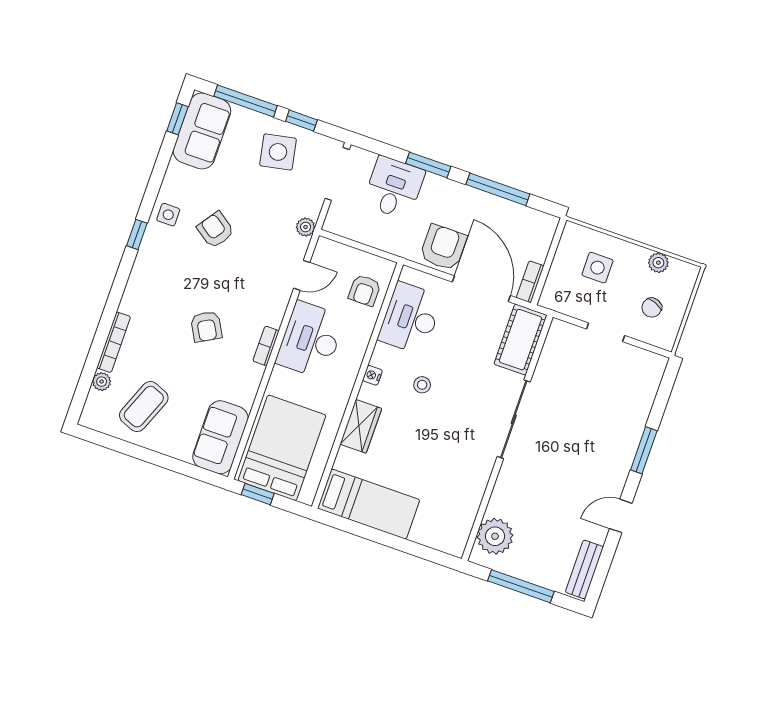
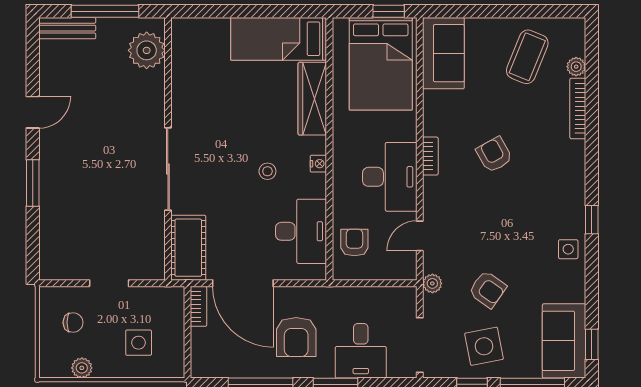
armchair: (216, 230) -> (488, 289), moved
armchair: (443, 247) -> (296, 337), moved
chair: (652, 308) -> (73, 323), turned 69
wardrobe: (361, 426) -> (312, 99), width x1.50
bench: (584, 569) -> (67, 28), moved, turned 90

